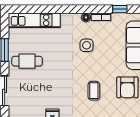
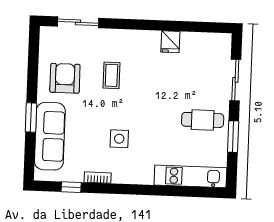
floor lamp: (86, 17) -> (119, 177), removed

